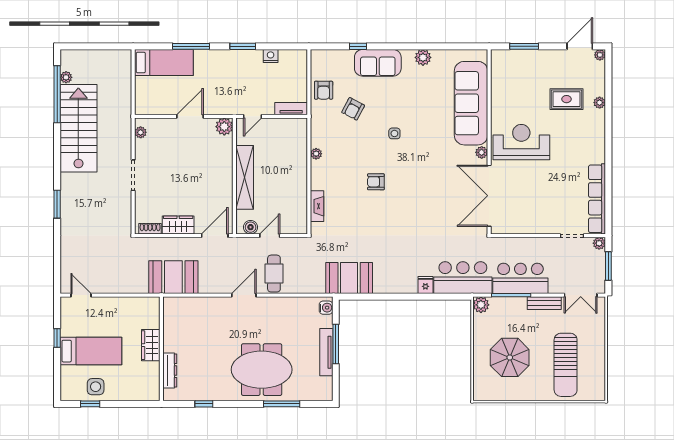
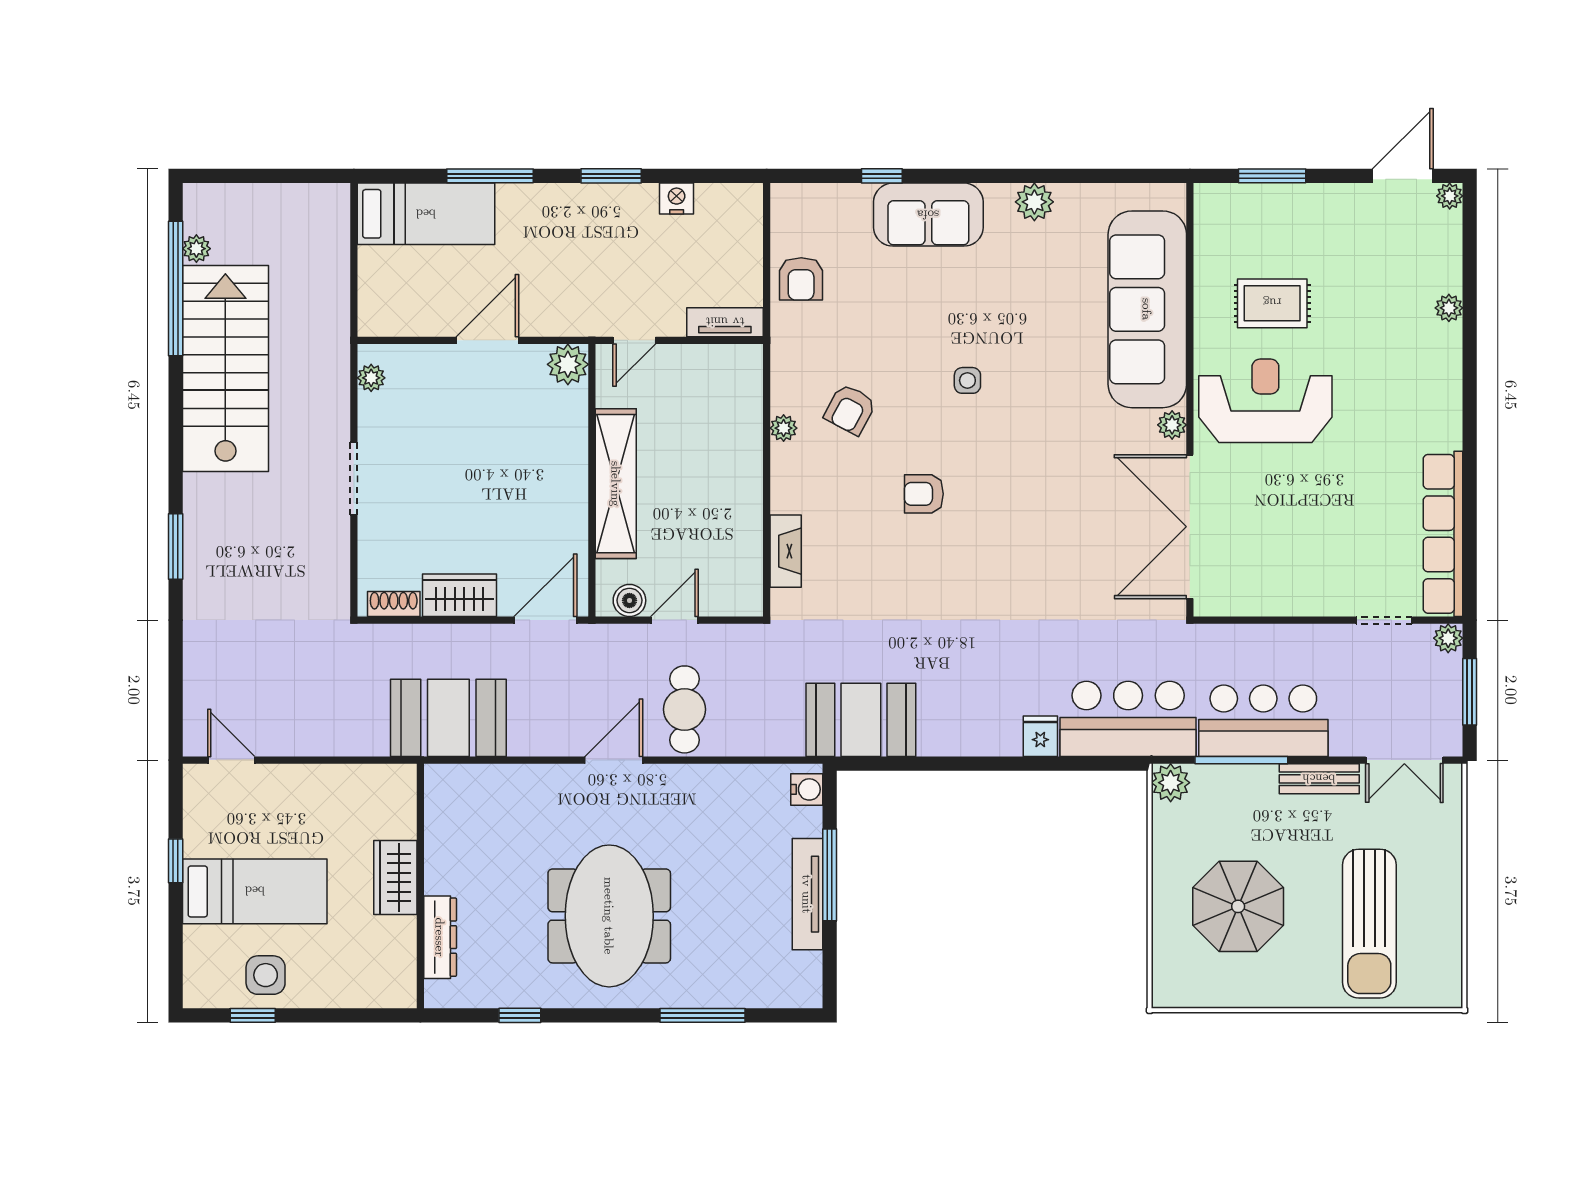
rug: (567, 99) -> (1272, 303), moved
armchair: (353, 109) -> (850, 409), moved
meeting table: (262, 370) -> (609, 916), moved, turned 90

